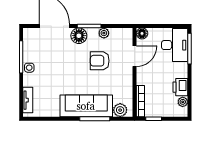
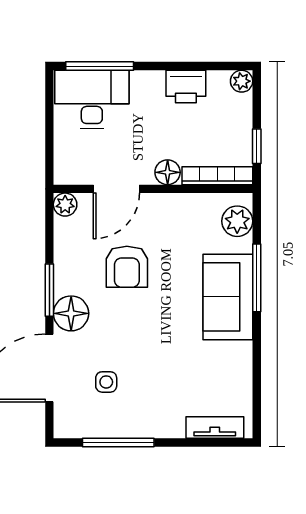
plant: (104, 33) -> (65, 205), moved
floor lamp: (142, 33) -> (168, 172), moved
door: (135, 56) -> (116, 189), swing flipped
side table: (29, 68) -> (106, 382), moved
plant: (183, 102) -> (242, 81), moved
sofa: (86, 106) -> (228, 297), width x0.73

